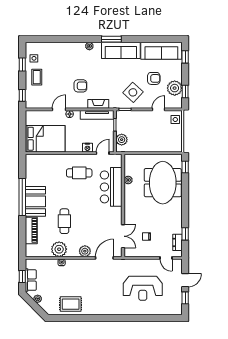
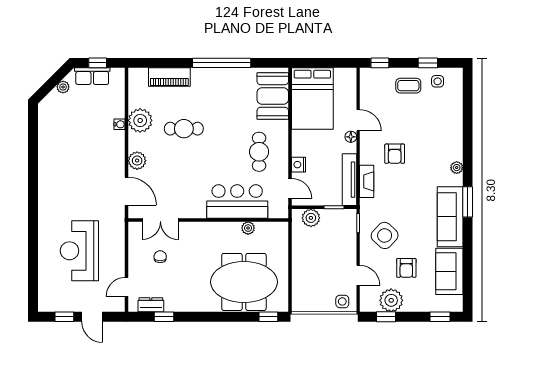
sofa: (161, 51) -> (449, 271), width x0.73
booth: (35, 201) -> (273, 96), moved, turned 90
rug: (71, 304) -> (55, 138), removed

